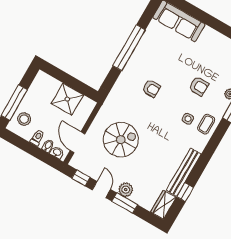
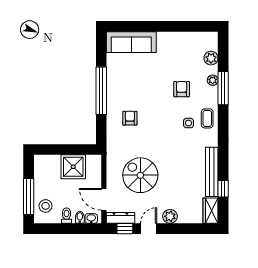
armchair: (199, 86) -> (182, 89), turned -90
armchair: (151, 89) -> (130, 118), moved, turned -90
spiral stairs: (121, 140) -> (140, 175), turned -90
dresser: (82, 166) -> (120, 218), added
door: (101, 190) -> (149, 229), hinge flipped
window: (125, 203) -> (176, 229), removed

